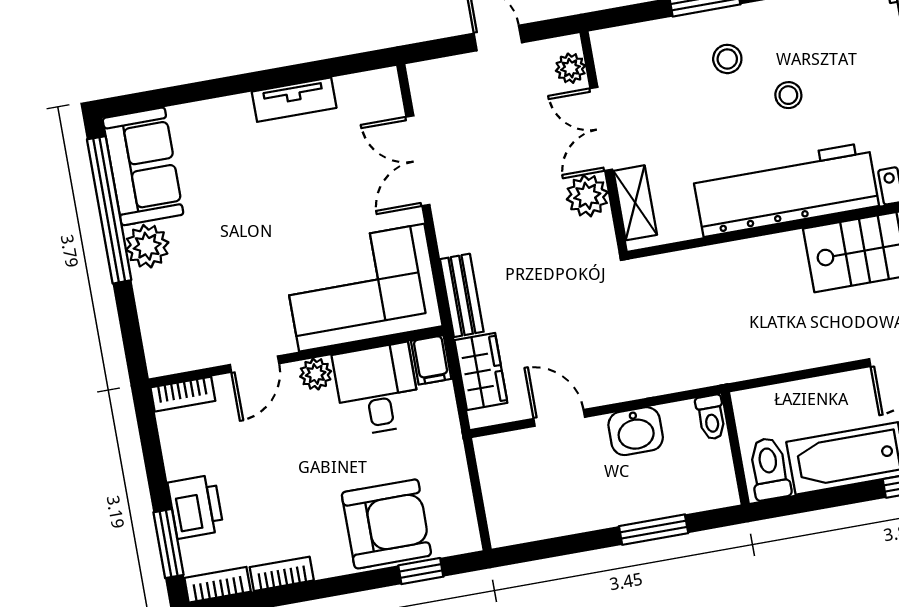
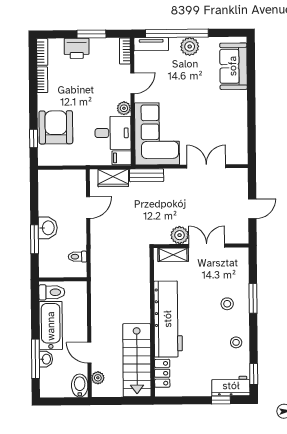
plant: (571, 68) -> (234, 237), removed
stool: (788, 95) -> (236, 342), moved
tv unit: (294, 100) -> (151, 44), moved, turned -90
sofa: (143, 166) -> (233, 66), moved, turned 90
window: (109, 210) -> (177, 33), moved
door: (255, 364) -> (132, 83), swing flipped
toilet: (711, 417) -> (77, 257), moved
washbasin: (636, 431) -> (48, 228), moved, turned 180
armchair: (386, 524) -> (56, 127), turned 180
window: (169, 544) -> (91, 34), moved

